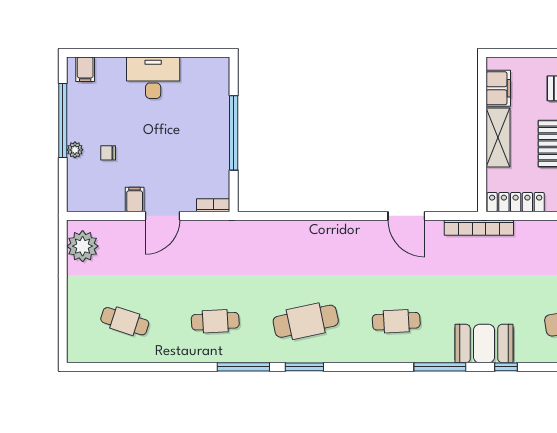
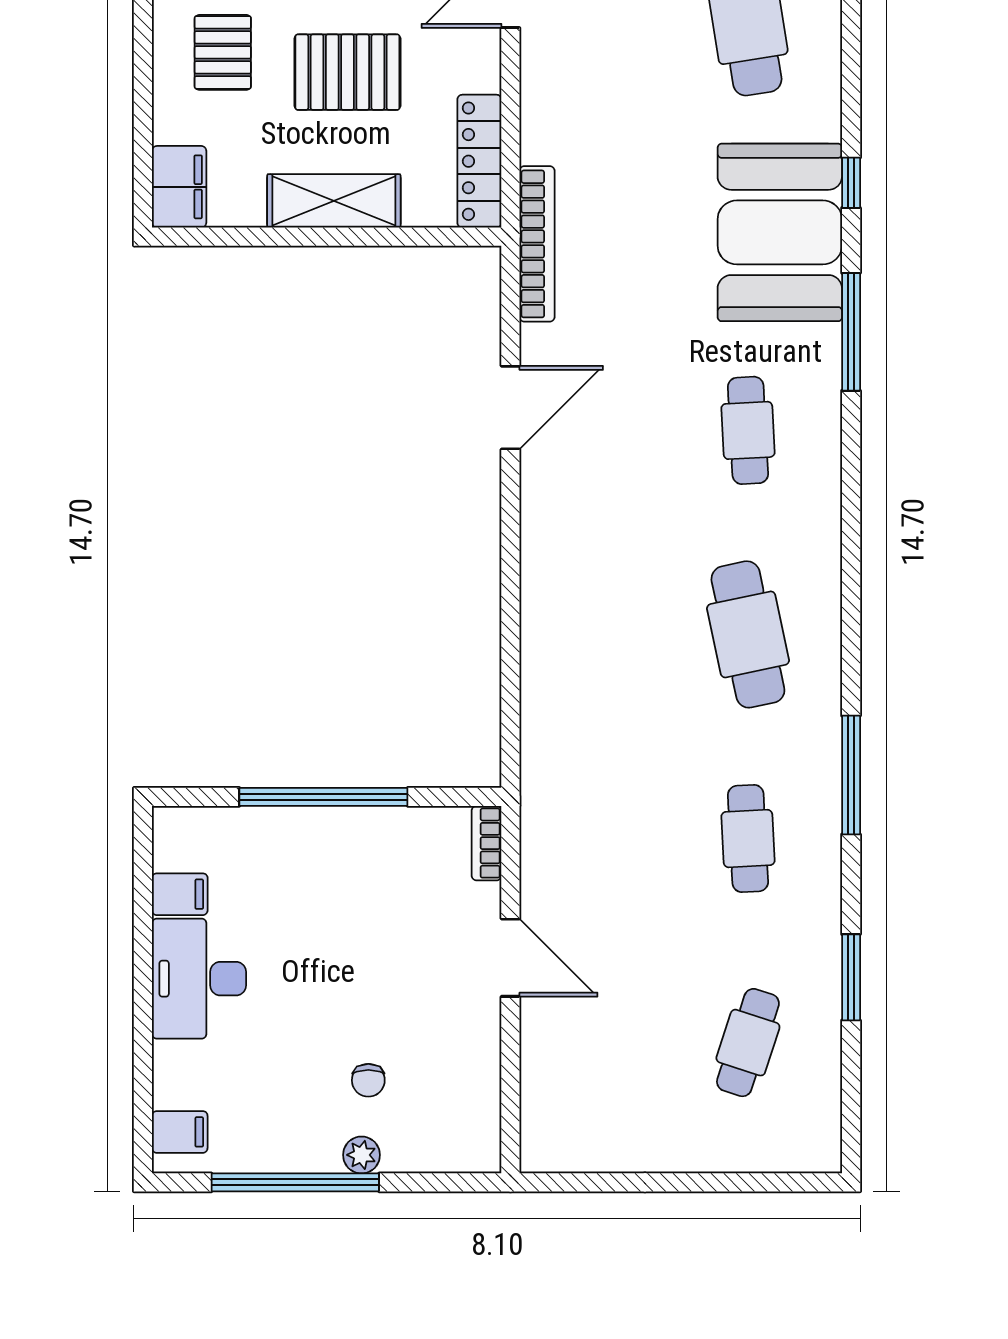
filing cabinet: (498, 88) -> (179, 187), moved, turned 90
filing cabinet: (135, 200) -> (180, 894), moved, turned 180
plant: (83, 246) -> (579, 1138), removed
booth: (484, 344) -> (780, 232), width x1.36, depth x1.42
window: (304, 367) -> (851, 977), moved

